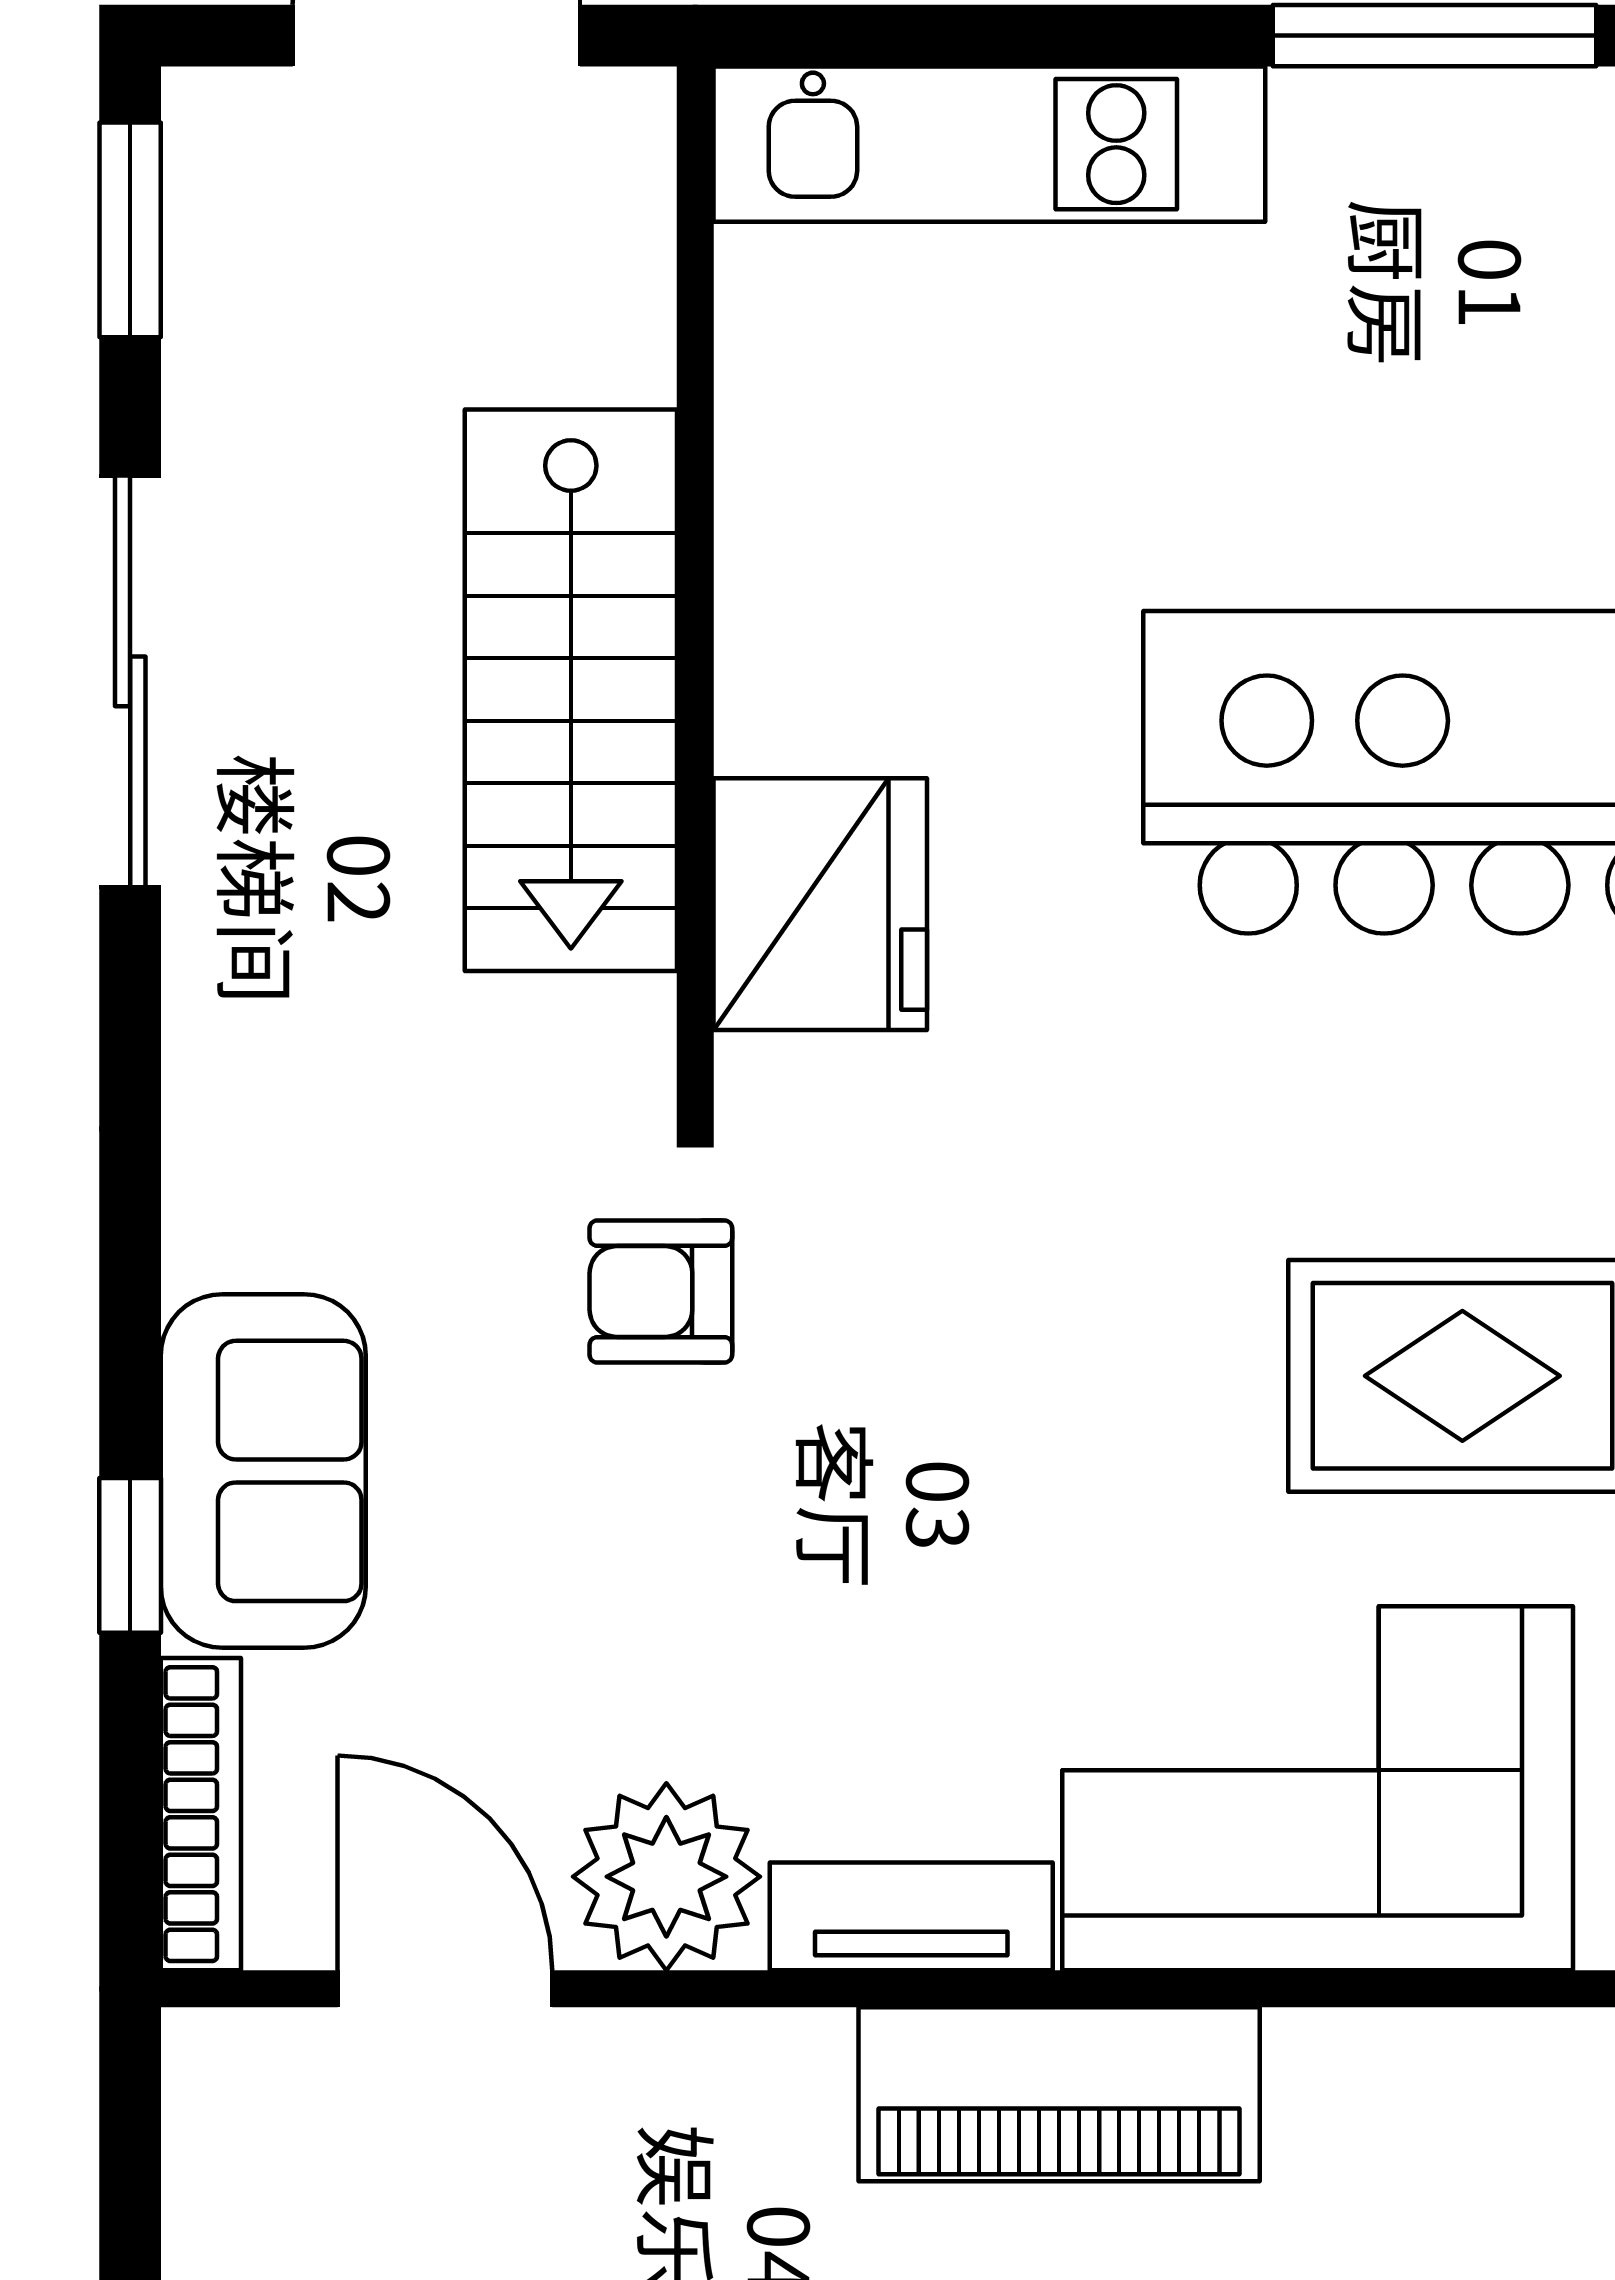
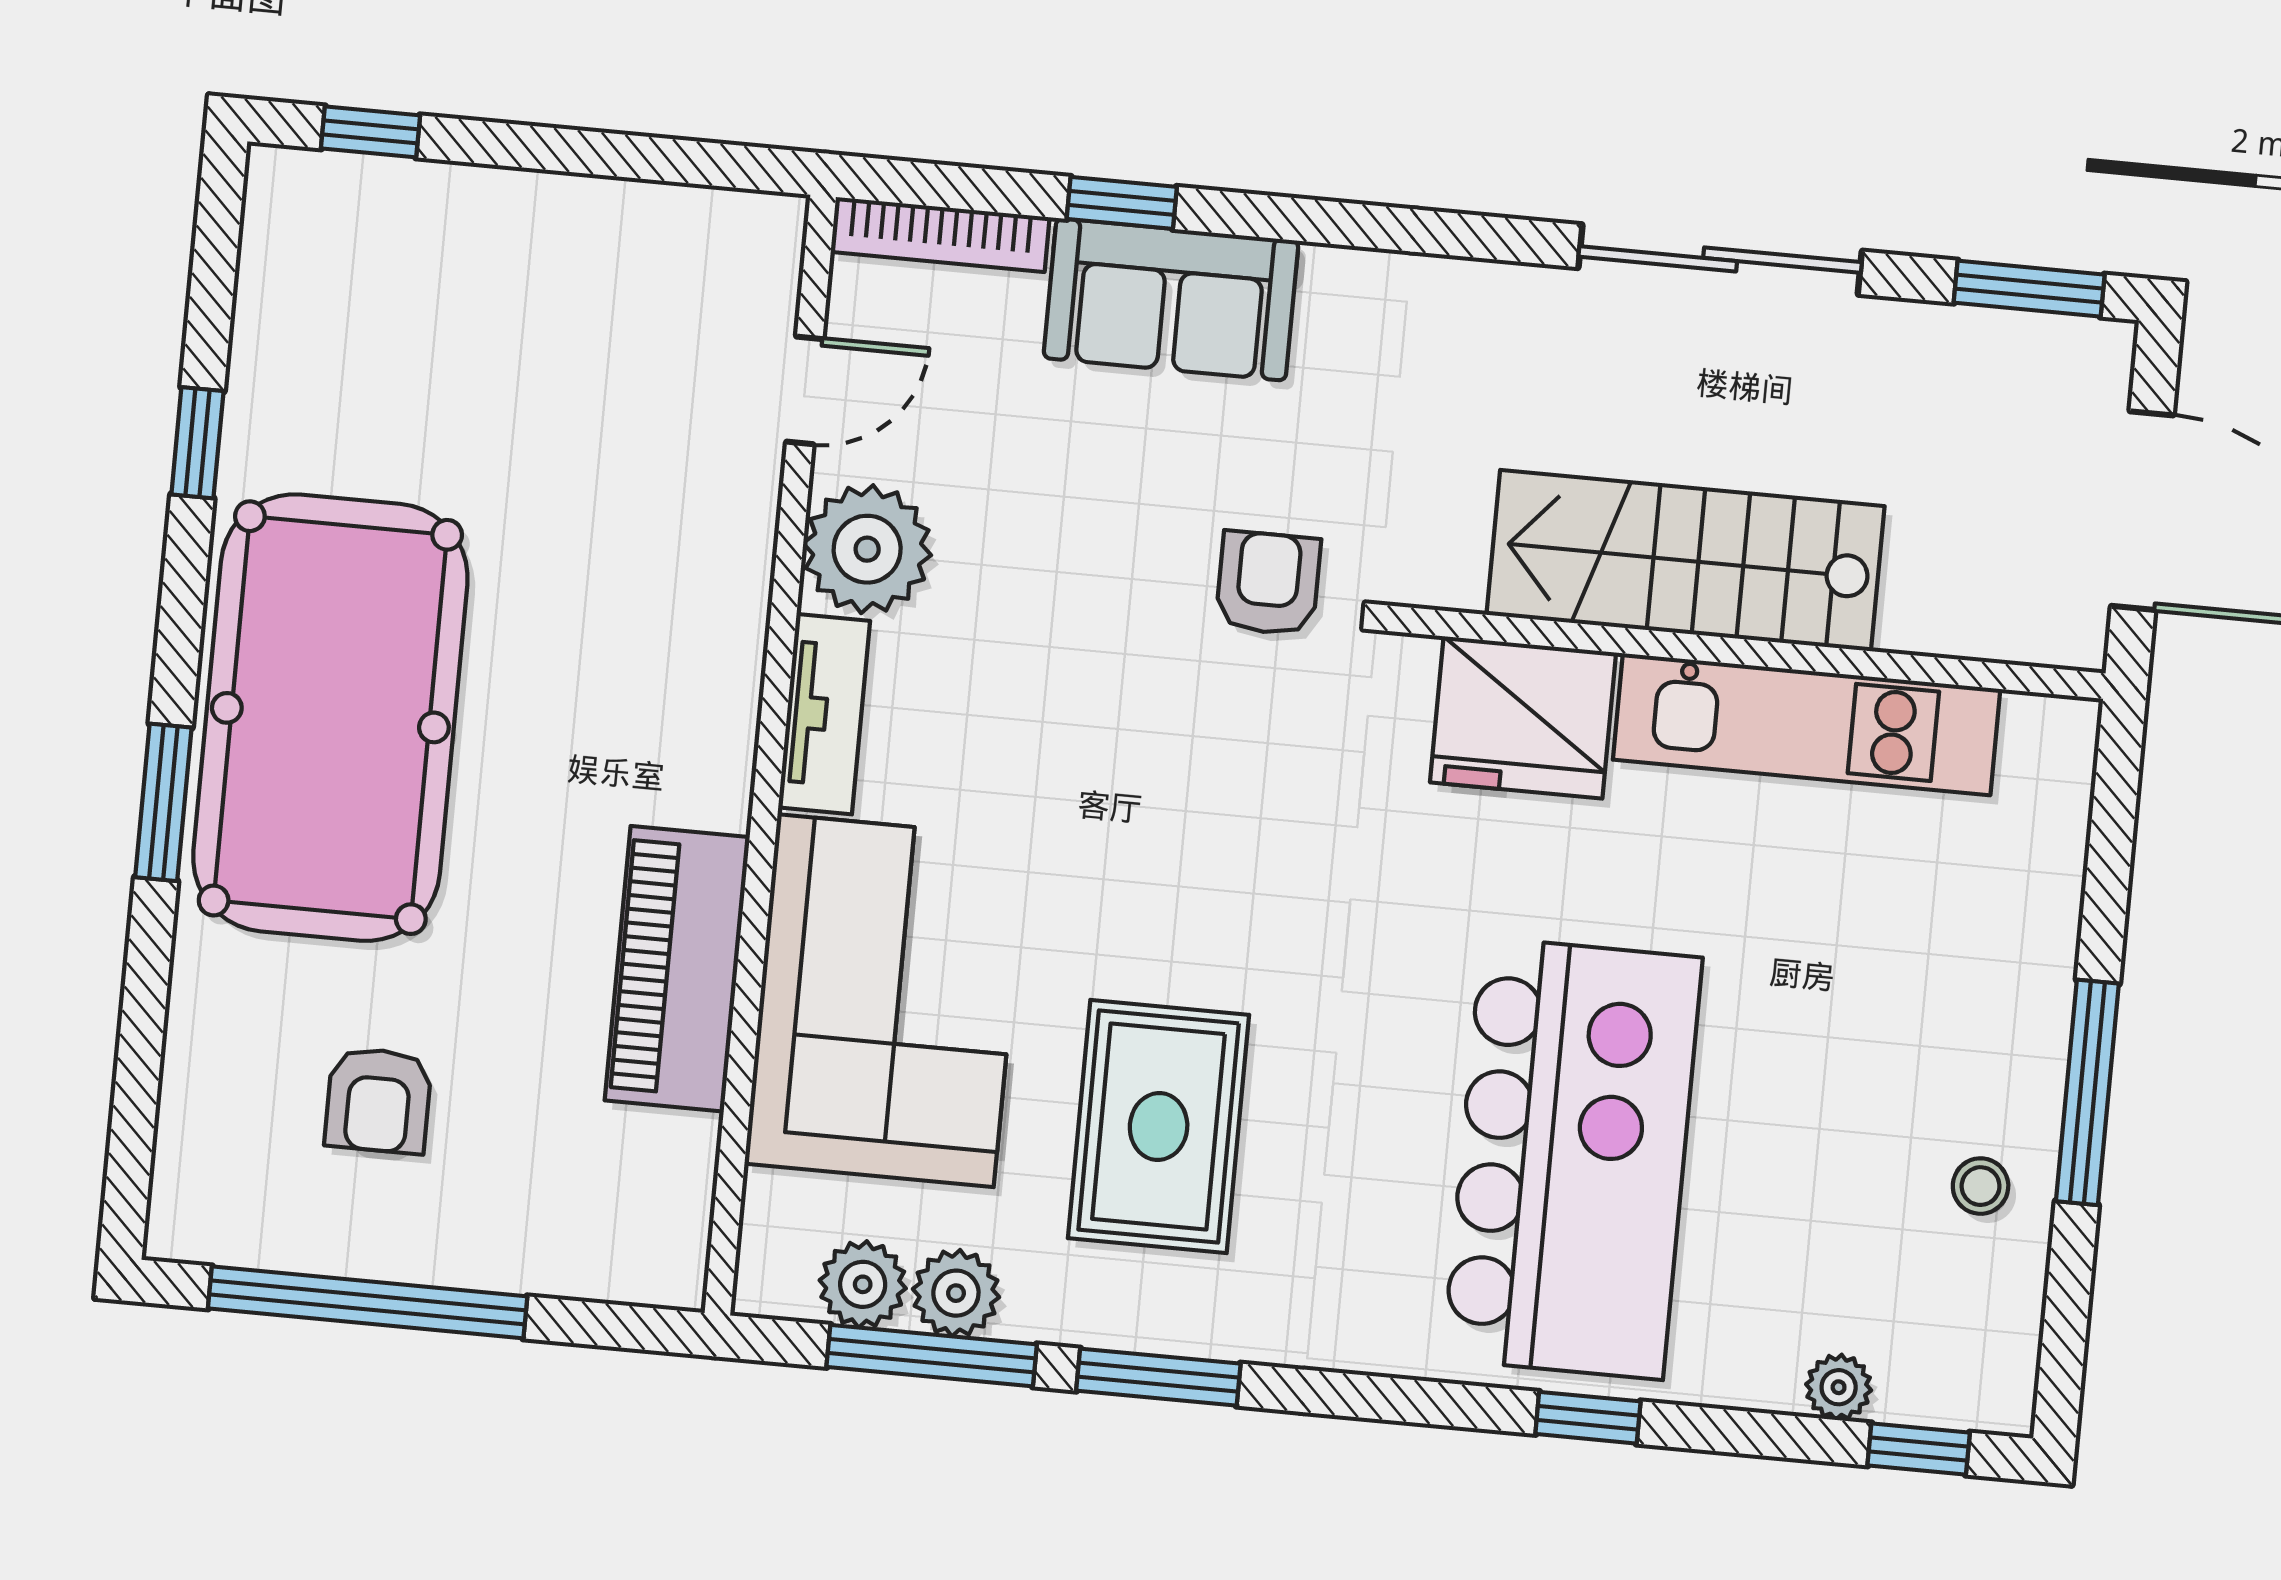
window: (1435, 36) -> (2087, 1092), moved
kitchen unit: (989, 144) -> (1807, 724), moved, turned -90
stool: (1436, 177) -> (1981, 1186), added
door: (445, 1989) -> (805, 390), width x0.73
piano: (1059, 2094) -> (677, 969), moved

